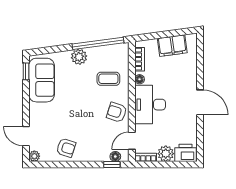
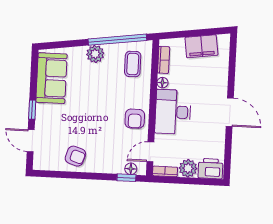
window: (26, 71) -> (32, 110), moved
coffee table: (108, 79) -> (133, 64), moved, turned 90
armchair: (117, 112) -> (135, 119), turned -108
plant: (34, 156) -> (39, 164), removed

